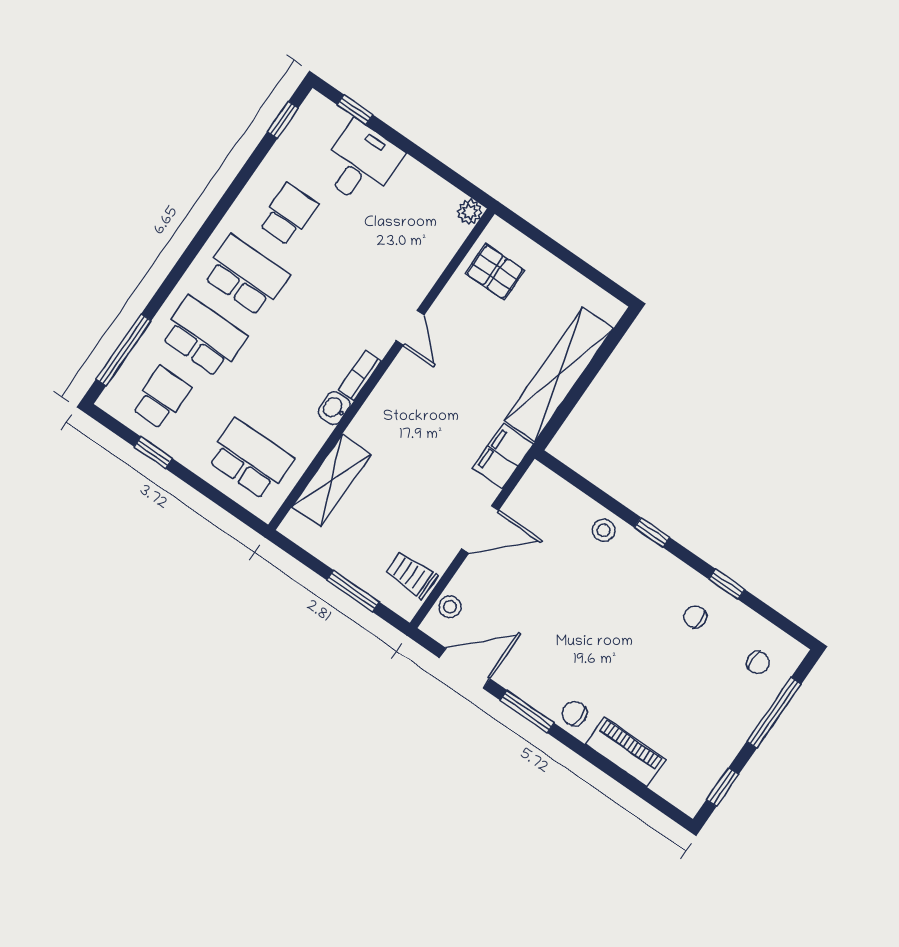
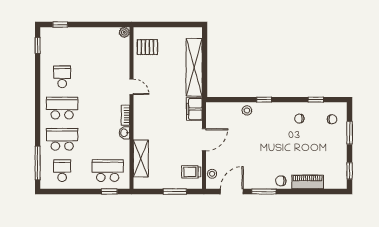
desk: (361, 163) -> (75, 42), removed
window: (153, 452) -> (109, 192), moved
window: (727, 584) -> (316, 100), moved
window: (774, 713) -> (350, 133), width x0.69

